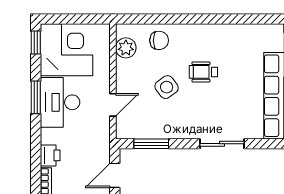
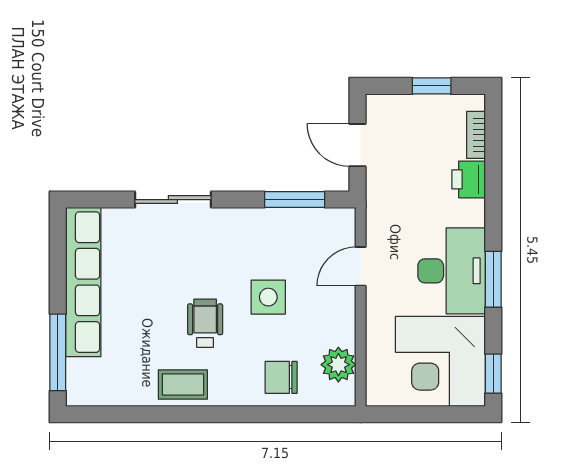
coffee table: (216, 36) -> (183, 385), added
wheelchair: (203, 72) -> (205, 323), turned -90
side table: (167, 87) -> (268, 297), turned 36
door: (115, 175) -> (358, 145), swing flipped

